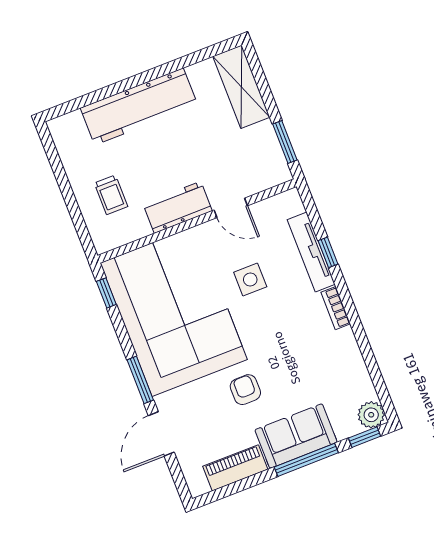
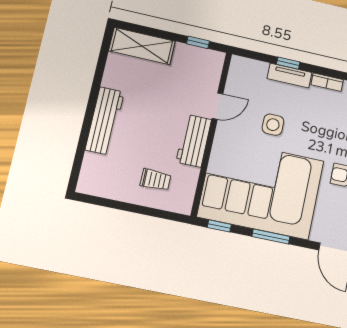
workbench: (139, 107) -> (105, 121), width x0.73, depth x0.76
window: (285, 142) -> (198, 42), width x0.67
tv unit: (311, 252) -> (289, 76), width x0.71
window: (140, 380) -> (271, 237), moved

